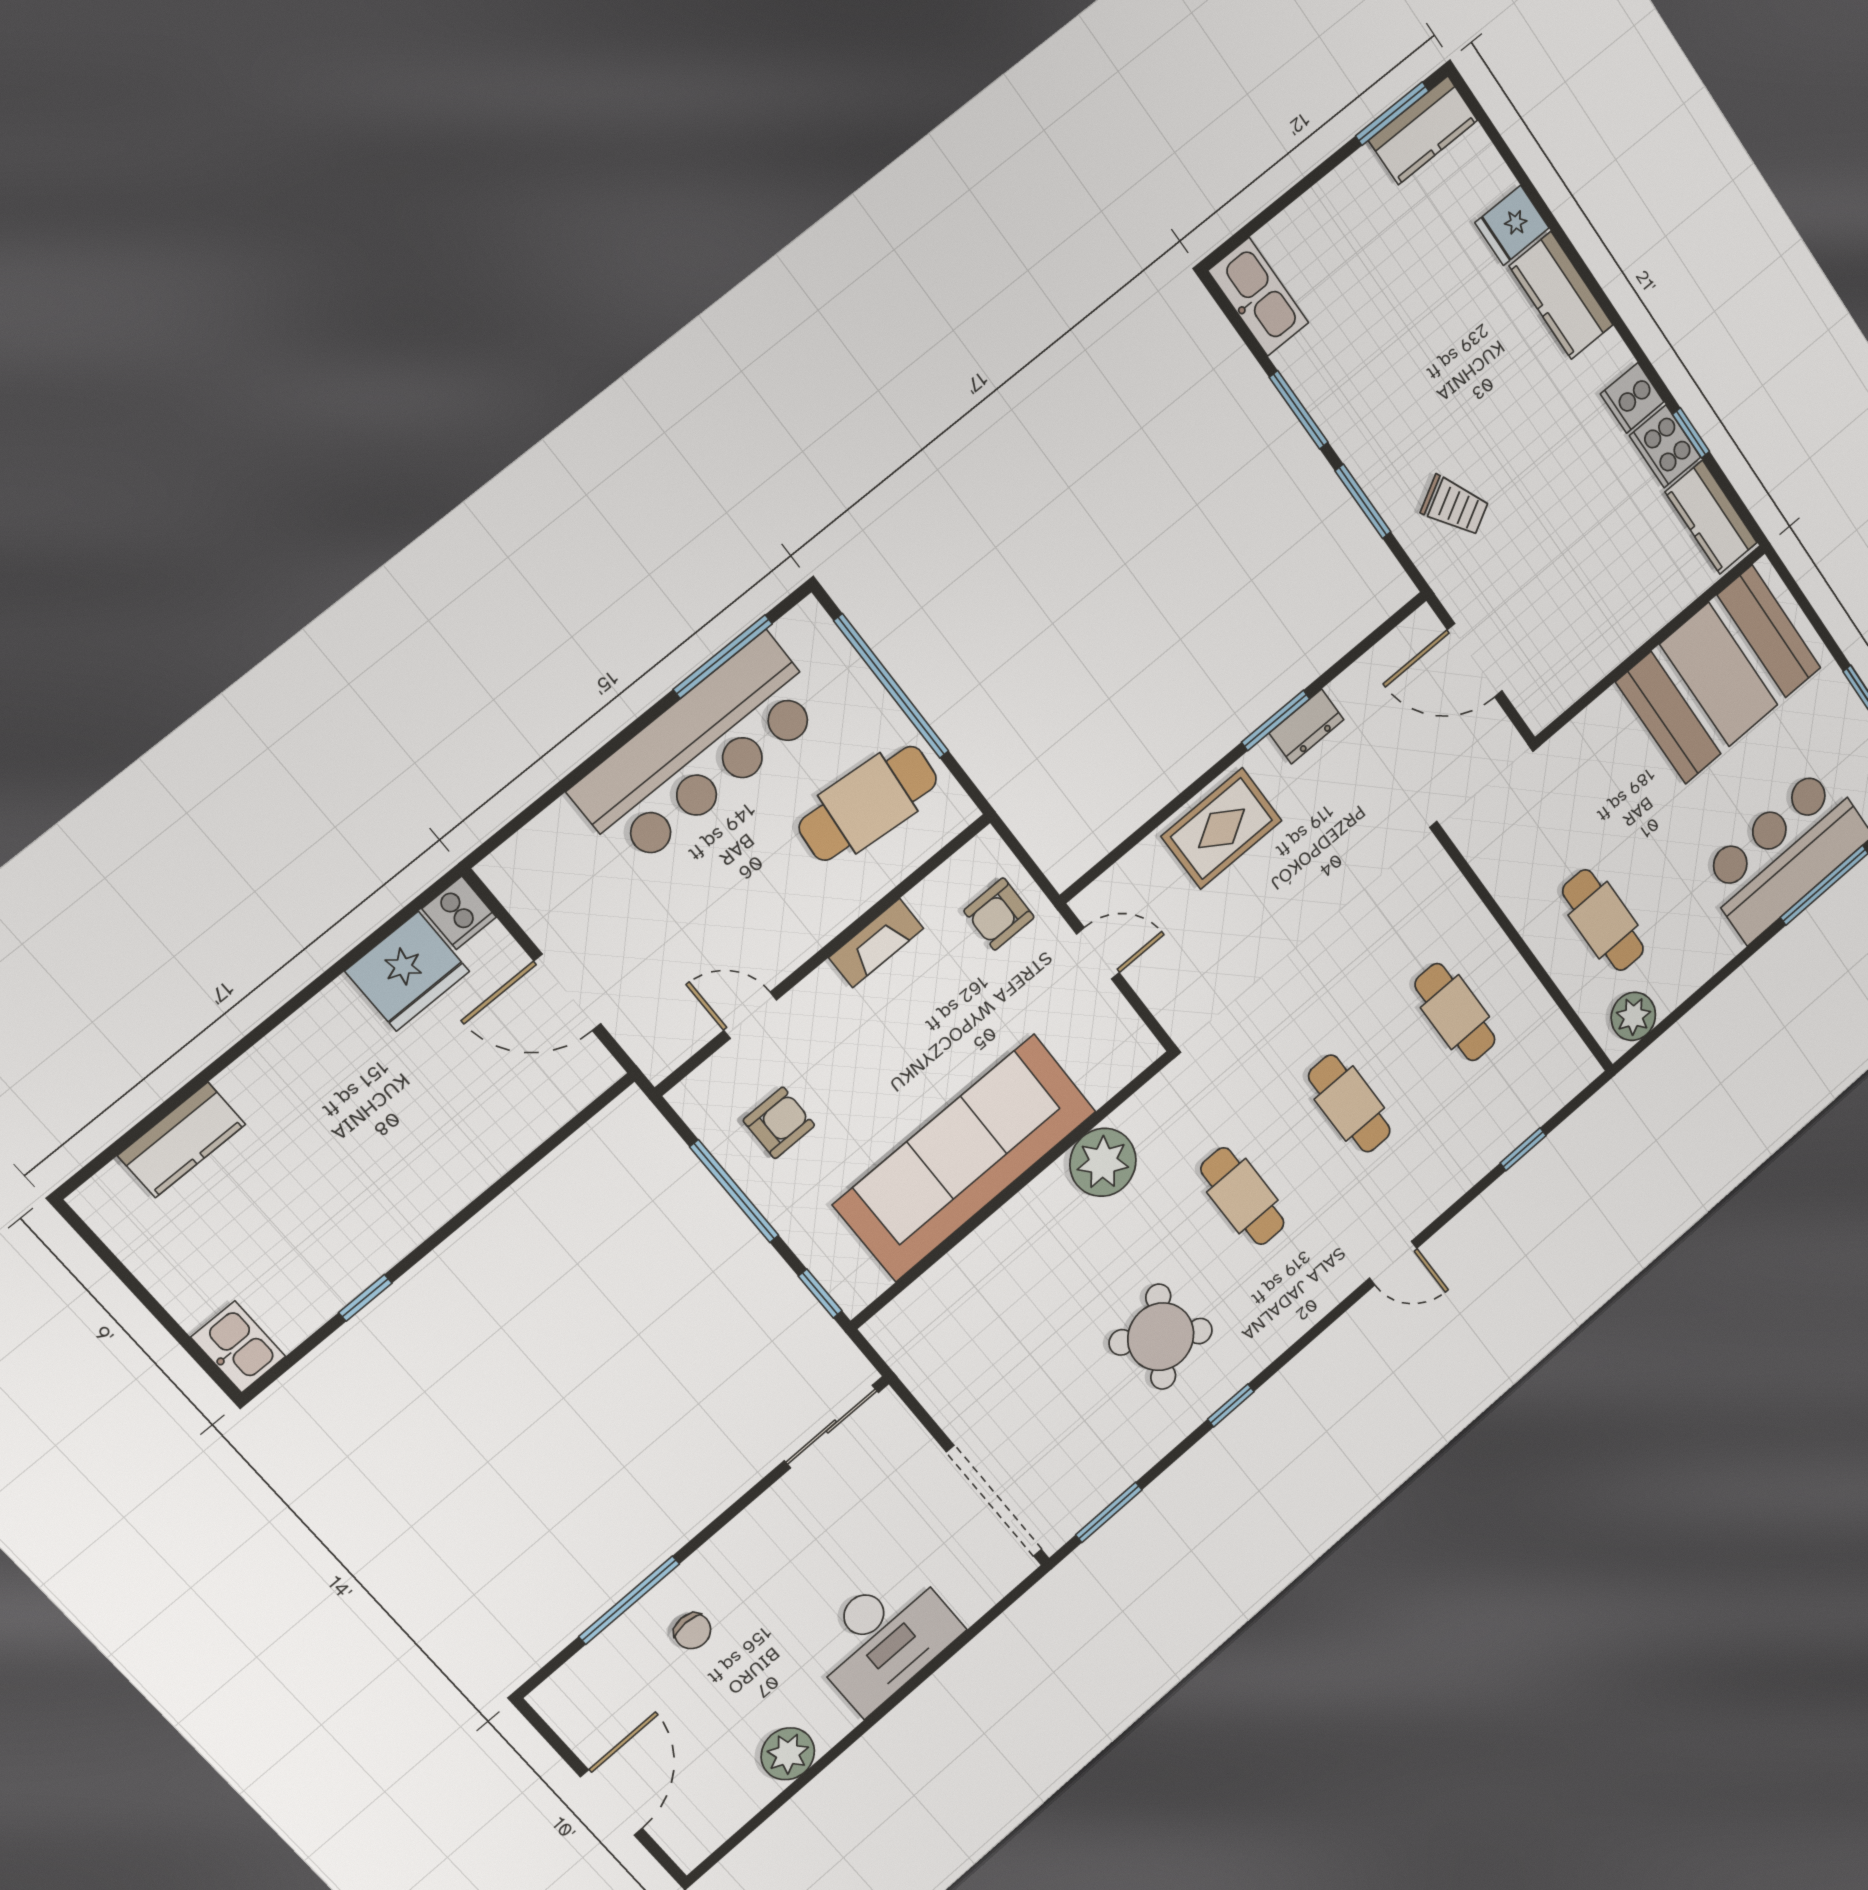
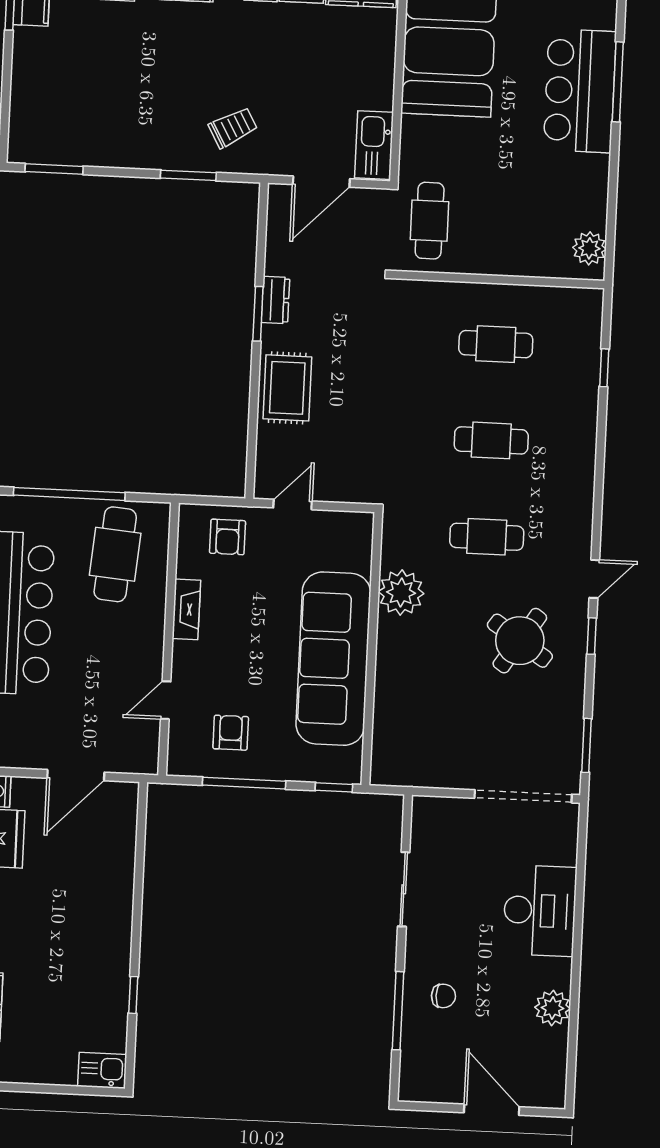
kitchen sink: (1258, 297) -> (374, 145), moved, turned -90
window: (1299, 410) -> (54, 169), moved
cafe table: (1603, 920) -> (430, 221), moved, turned 90
door: (1393, 1263) -> (594, 579), moved
sliding door: (831, 1426) -> (404, 889), moved

